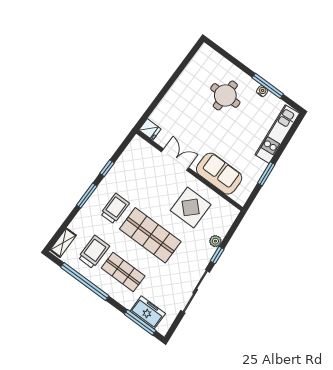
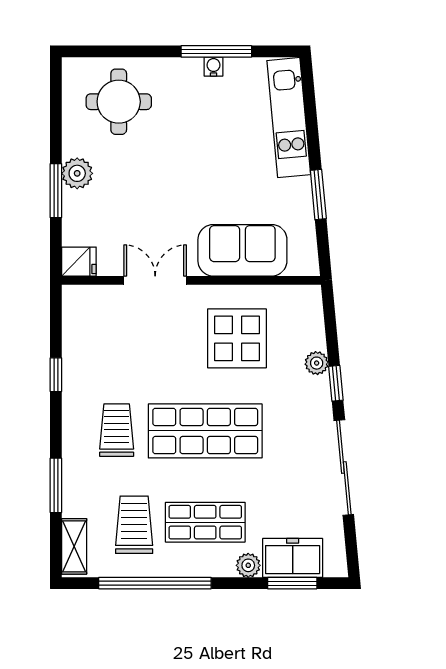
plant: (176, 93) -> (77, 173), added
window: (162, 94) -> (56, 191), added
round table: (225, 95) -> (119, 102), moved
window: (87, 196) -> (56, 485), moved
plant: (128, 302) -> (248, 565), added
window: (140, 322) -> (292, 583), width x0.69

